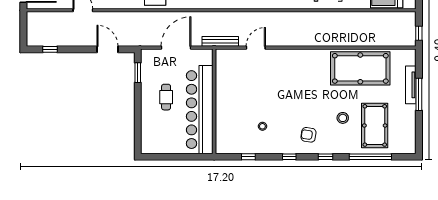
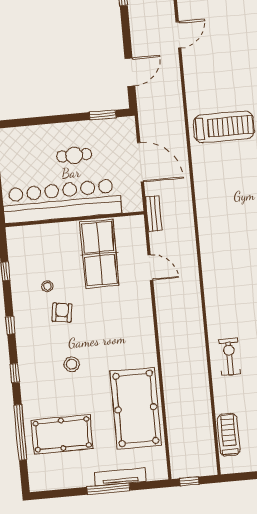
bench: (220, 41) -> (154, 214), width x0.73
table tennis table: (242, 85) -> (99, 254), added
stool: (343, 118) -> (72, 364), moved
armchair: (308, 135) -> (62, 313), moved

